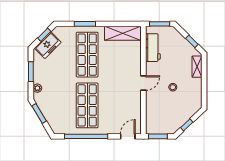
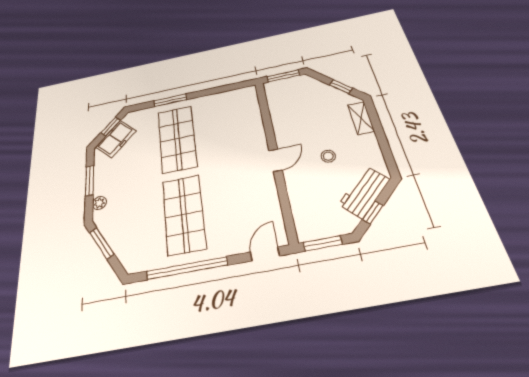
shelving: (123, 33) -> (229, 100), removed
workbench: (153, 48) -> (364, 192), moved, turned -133

